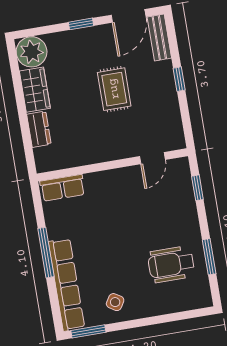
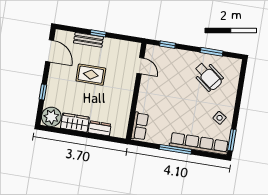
window: (81, 24) -> (43, 92), moved
bench: (159, 38) -> (88, 40), moved
wheelchair: (171, 264) -> (208, 76), turned -52

